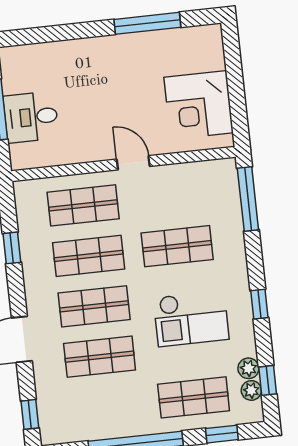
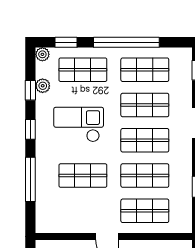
window: (248, 199) -> (30, 179), moved
window: (268, 380) -> (30, 90), moved
plant: (251, 390) -> (42, 54), moved
shop shelf: (105, 407) -> (145, 70), added

